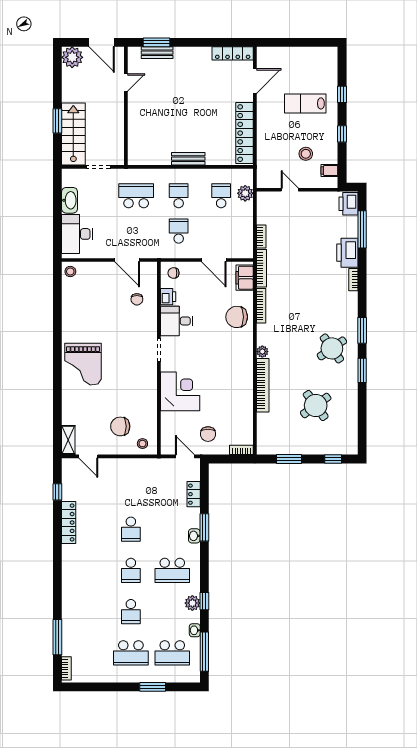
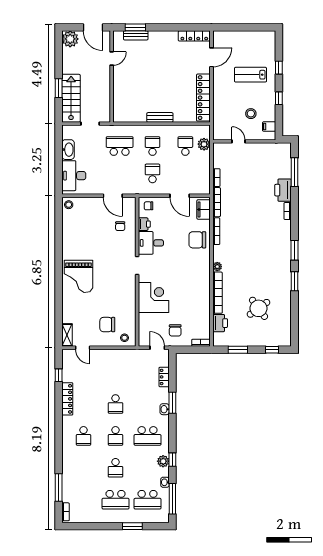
printer: (348, 204) -> (220, 323), moved, turned 180
round table: (332, 348) -> (271, 264), removed
school desk: (89, 570) -> (84, 436), added

